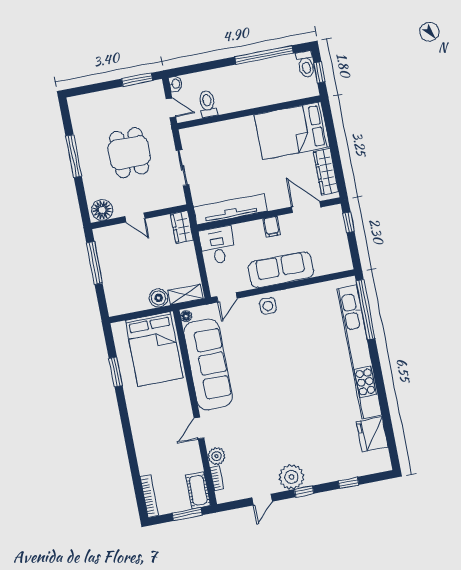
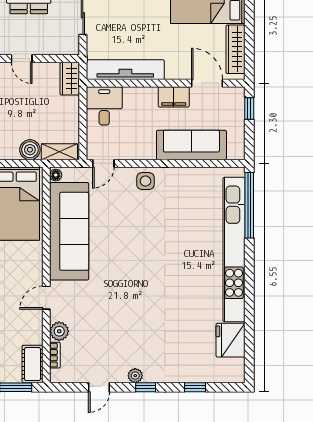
filing cabinet: (272, 227) -> (174, 97), width x2.00
sofa: (281, 270) -> (191, 145), moved
plant: (292, 477) -> (135, 376), width x0.53, depth x0.53

